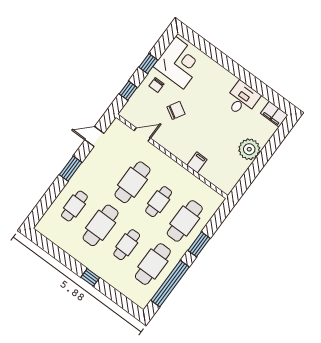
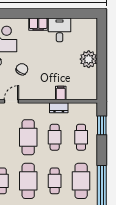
filing cabinet: (274, 114) -> (38, 24), moved
dresser: (184, 175) -> (59, 108), added
cafe table: (185, 221) -> (81, 137), width x0.73, depth x0.74
window: (199, 244) -> (102, 125), moved

